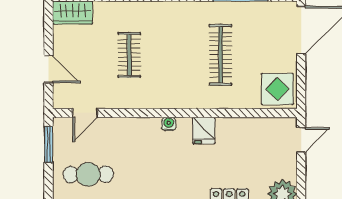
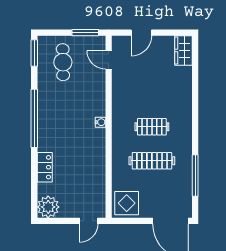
clothes rail: (129, 55) -> (152, 127), moved
fridge: (204, 130) -> (96, 148), removed
door: (301, 140) -> (89, 221), hinge flipped

